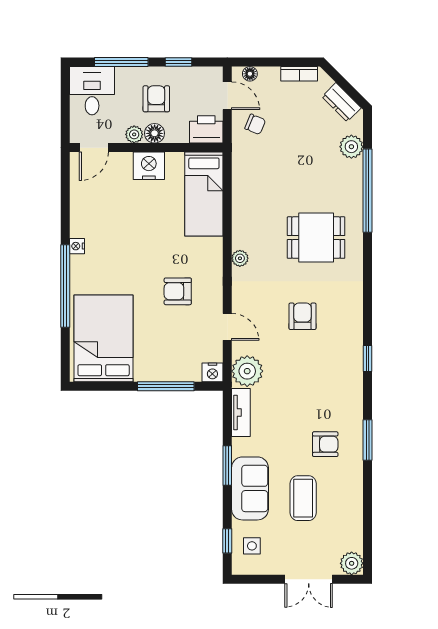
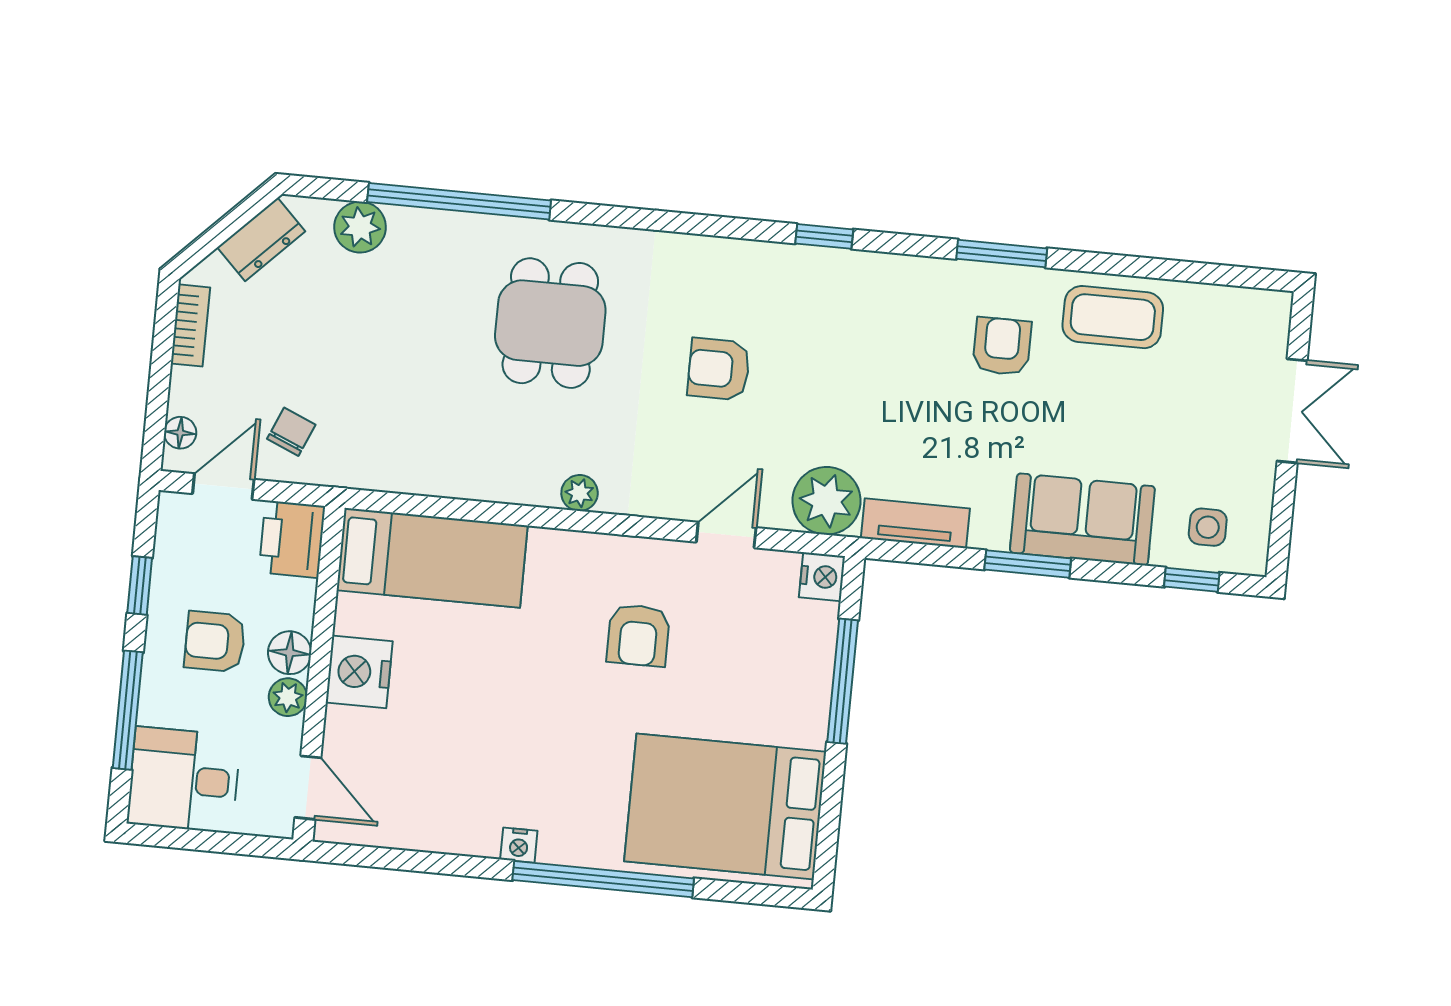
coffee table: (303, 498) -> (1113, 317), moved
plant: (352, 563) -> (1267, 314), removed

